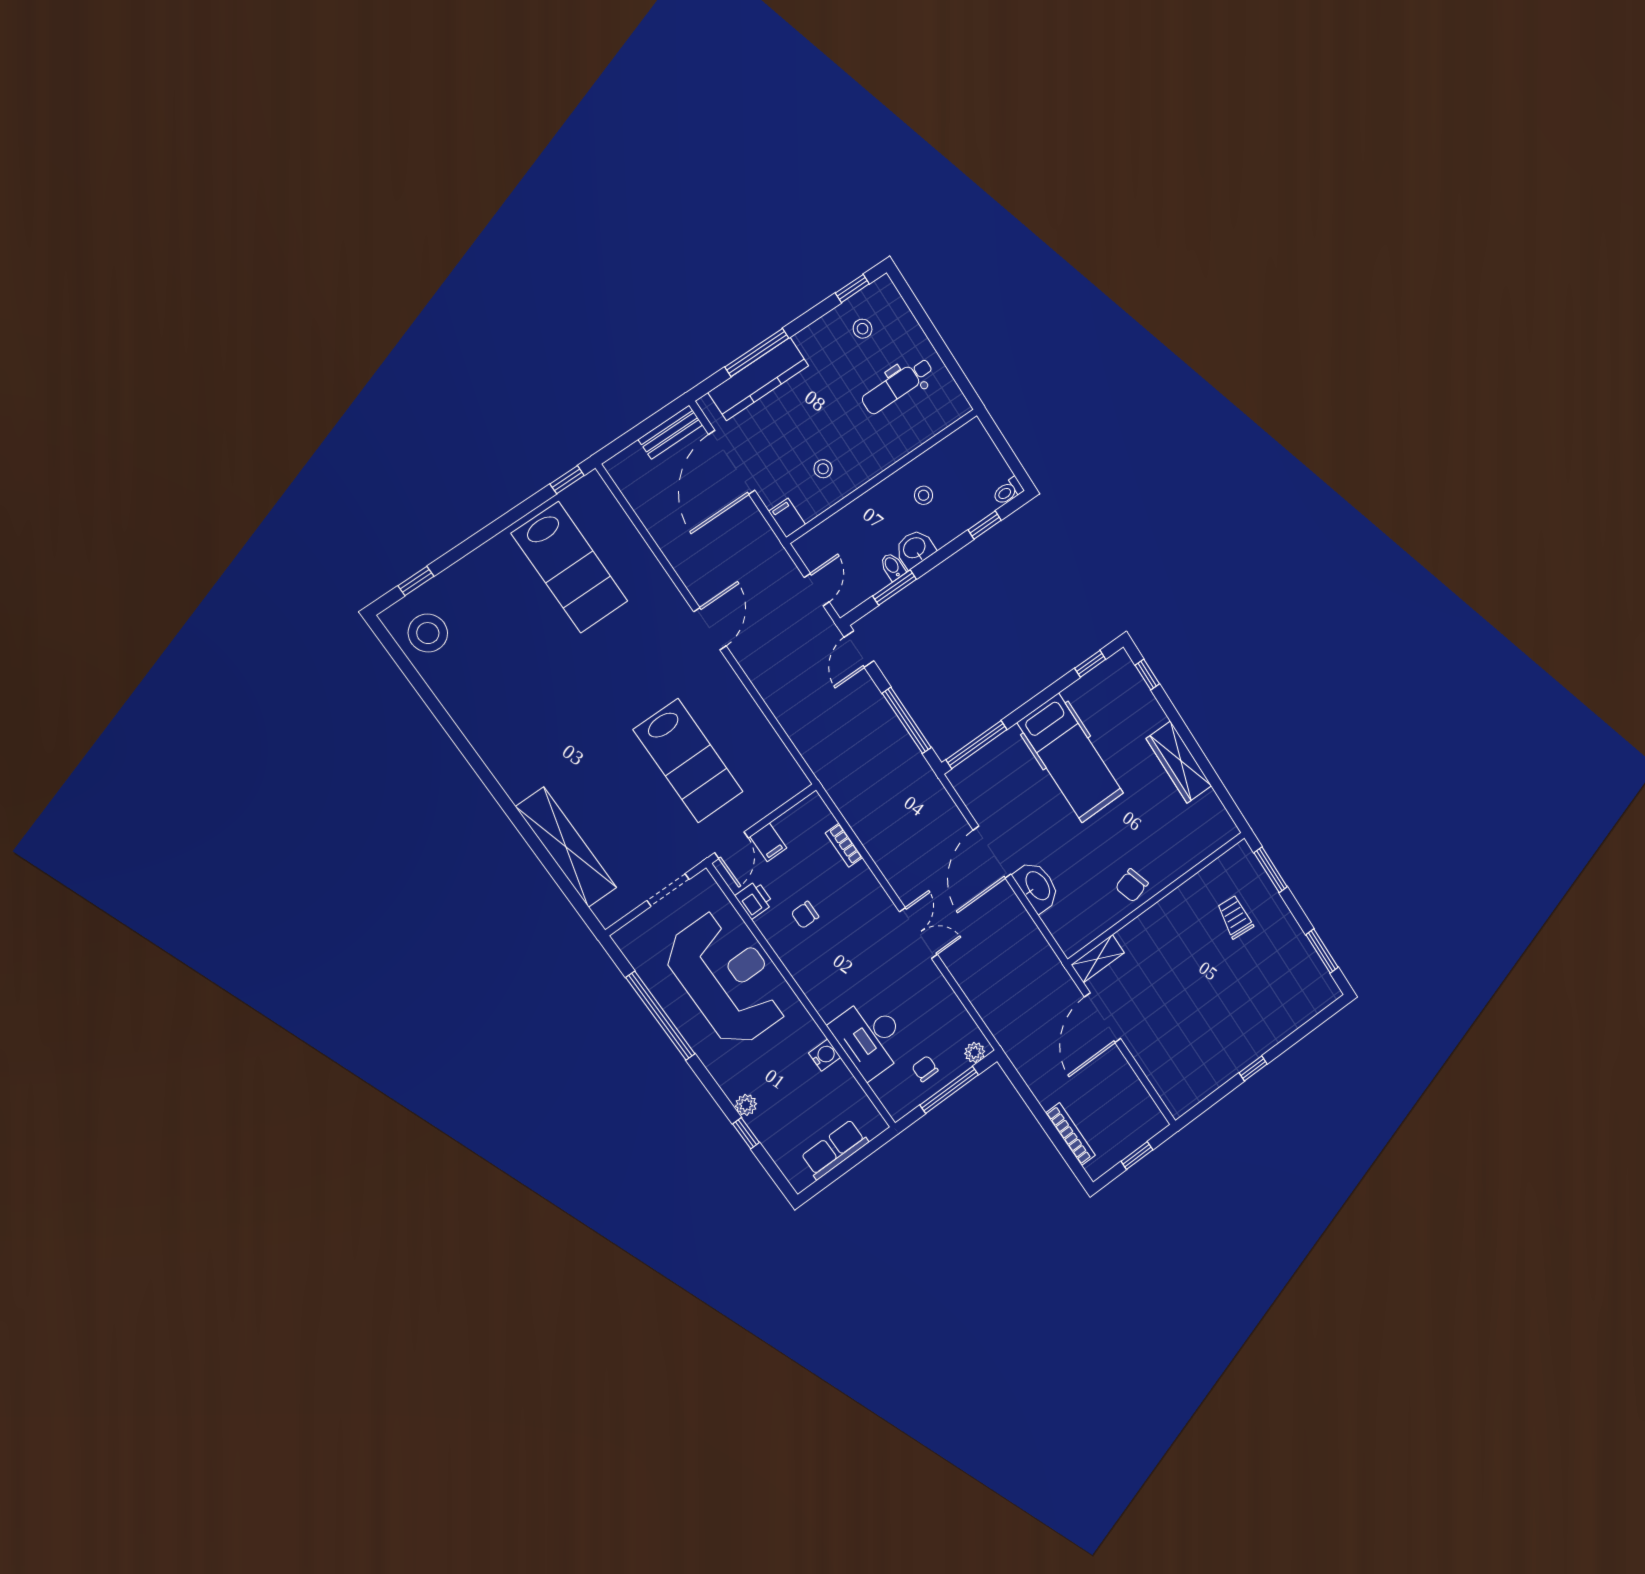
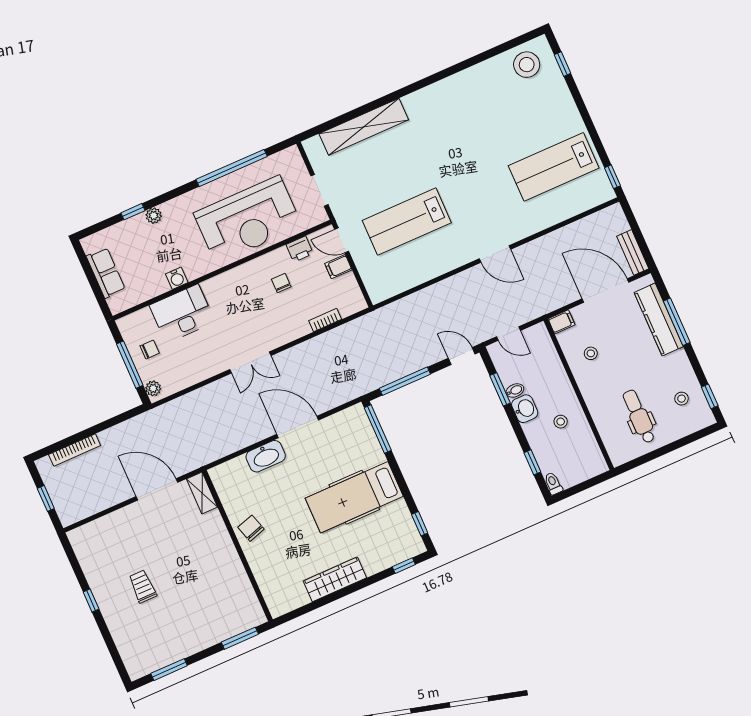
trolley: (1235, 917) -> (143, 586), moved, turned -95

